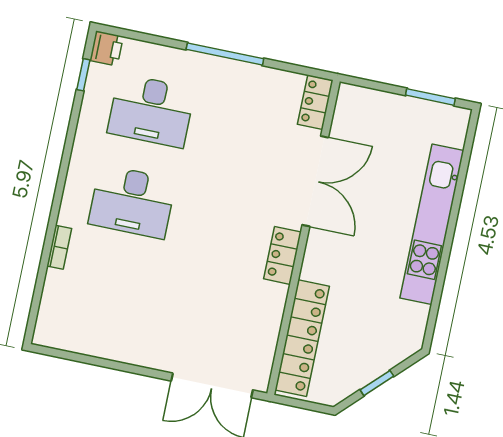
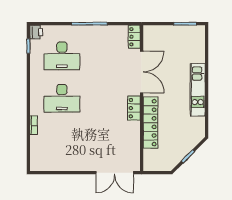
kitchen unit: (432, 224) -> (198, 90), width x0.73
locker: (302, 338) -> (150, 123), moved

